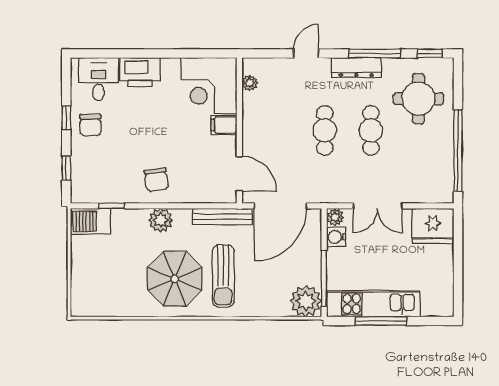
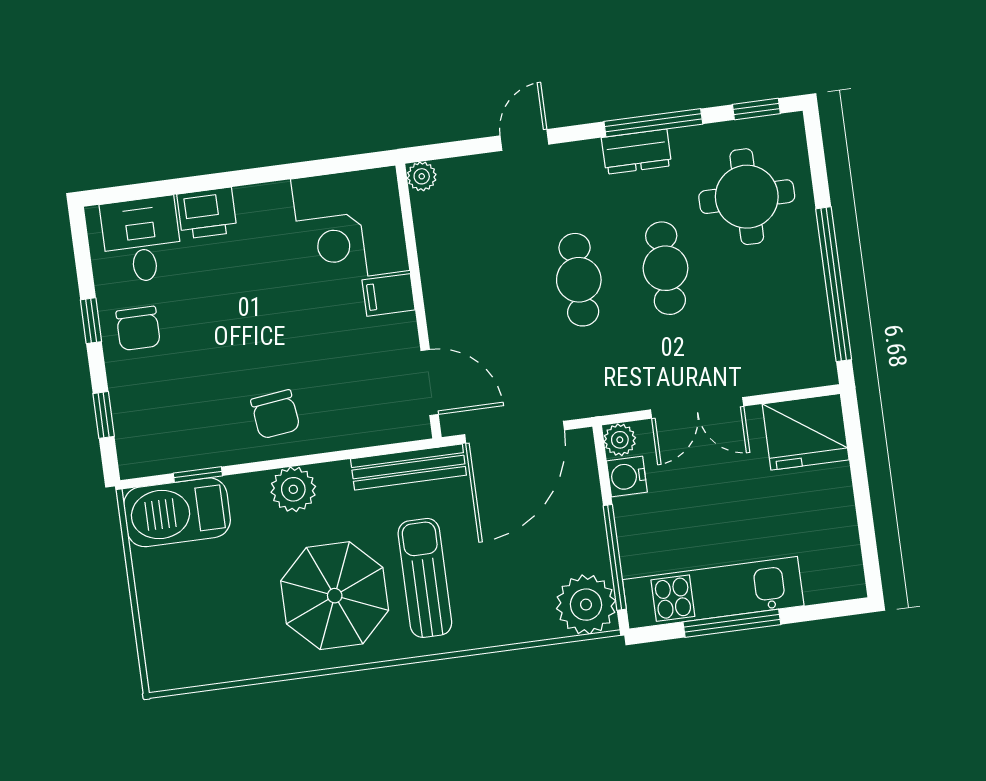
dresser: (356, 67) -> (636, 152), width x0.70
printer: (140, 72) -> (207, 213), width x0.73, depth x0.84
plant: (250, 83) -> (422, 176), moved
barbecue: (91, 221) -> (177, 512), width x1.37, depth x1.21
sun lounger: (223, 276) -> (425, 578), turned 180

